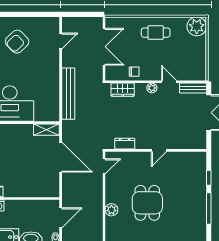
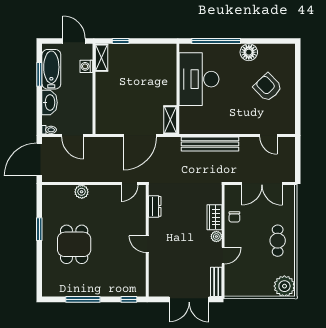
wardrobe: (123, 90) -> (214, 217), moved
door: (104, 166) -> (130, 184), hinge flipped
window: (209, 178) -> (129, 299), moved
dining table: (147, 203) -> (74, 244), moved, turned 90

